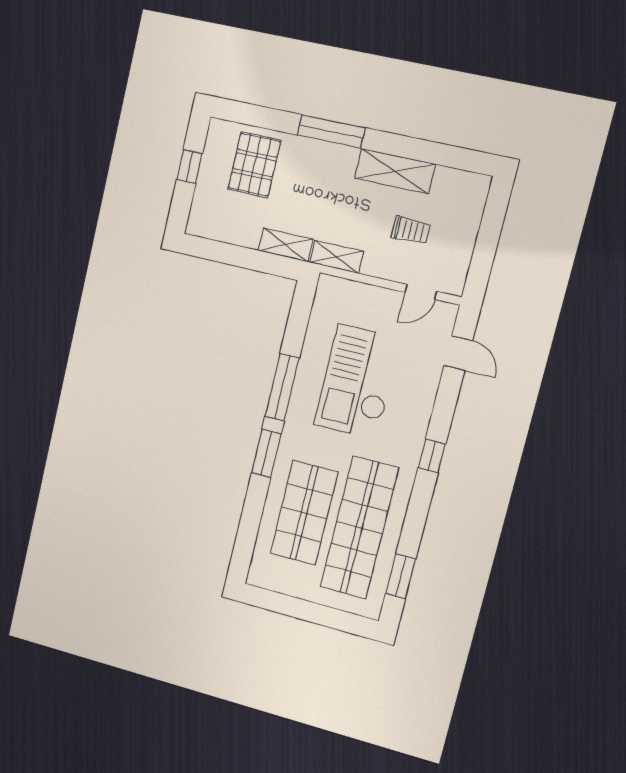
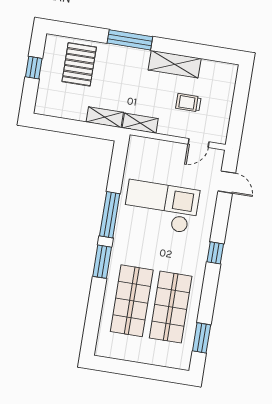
trolley: (411, 230) -> (188, 103), turned 180
checkout: (357, 382) -> (161, 207), turned 90
shop shelf: (359, 528) -> (171, 307), width x0.71

